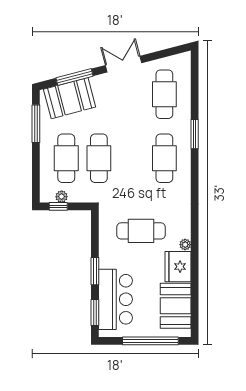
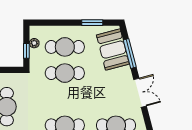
window: (36, 124) -> (92, 23), width x0.69
window: (58, 206) -> (26, 51), moved

